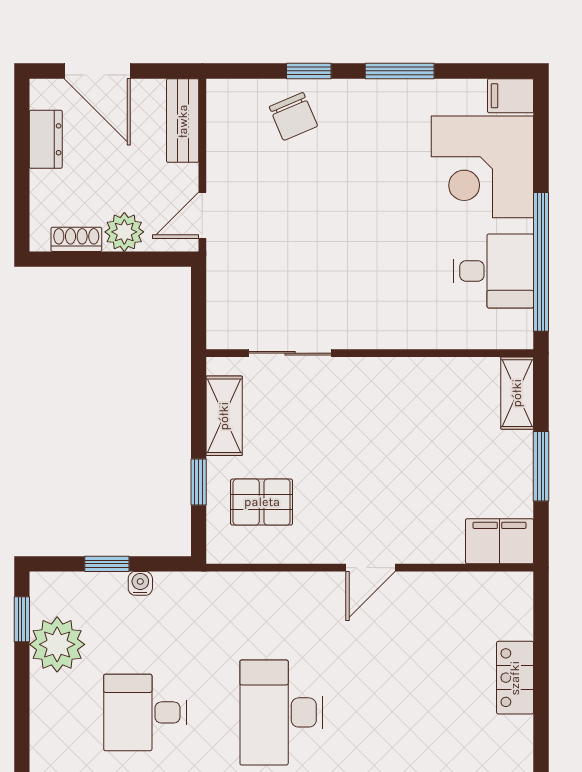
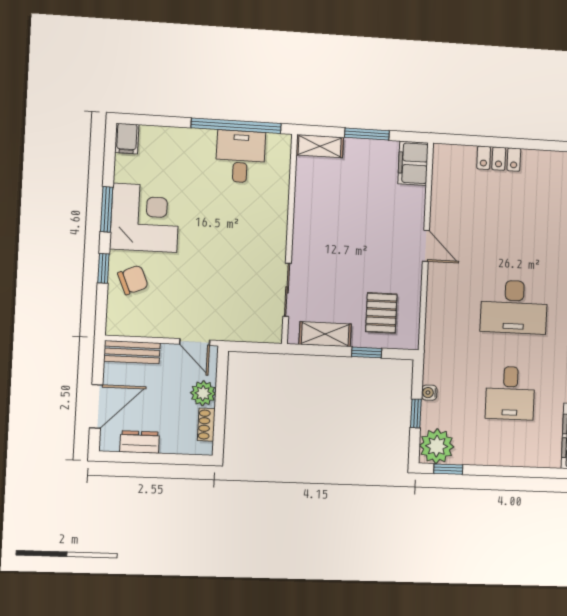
corner desk: (482, 167) -> (145, 218), moved, turned -90
plant: (57, 644) -> (437, 446), moved

